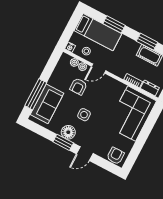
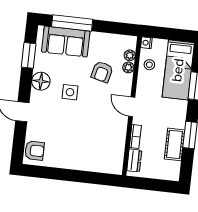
door: (99, 68) -> (132, 107), moved
armchair: (78, 86) -> (102, 72), turned -76
corner sofa: (132, 114) -> (94, 150), removed
window: (63, 142) -> (29, 55), moved

